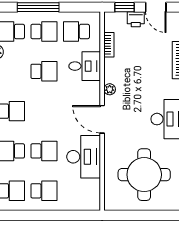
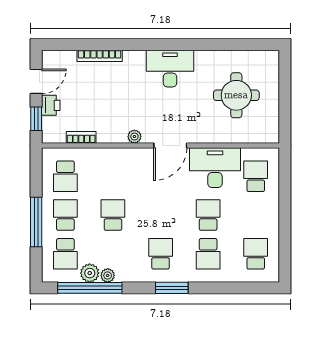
desk: (85, 66) -> (107, 166), removed
round table: (144, 175) -> (236, 95), width x0.73, depth x0.73
school desk: (44, 191) -> (256, 176), moved

